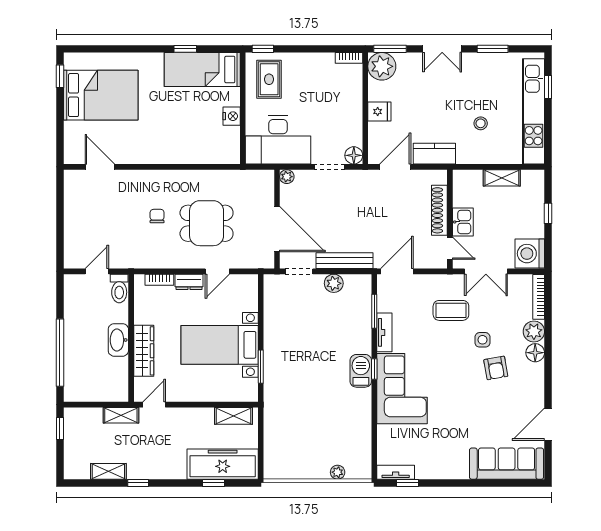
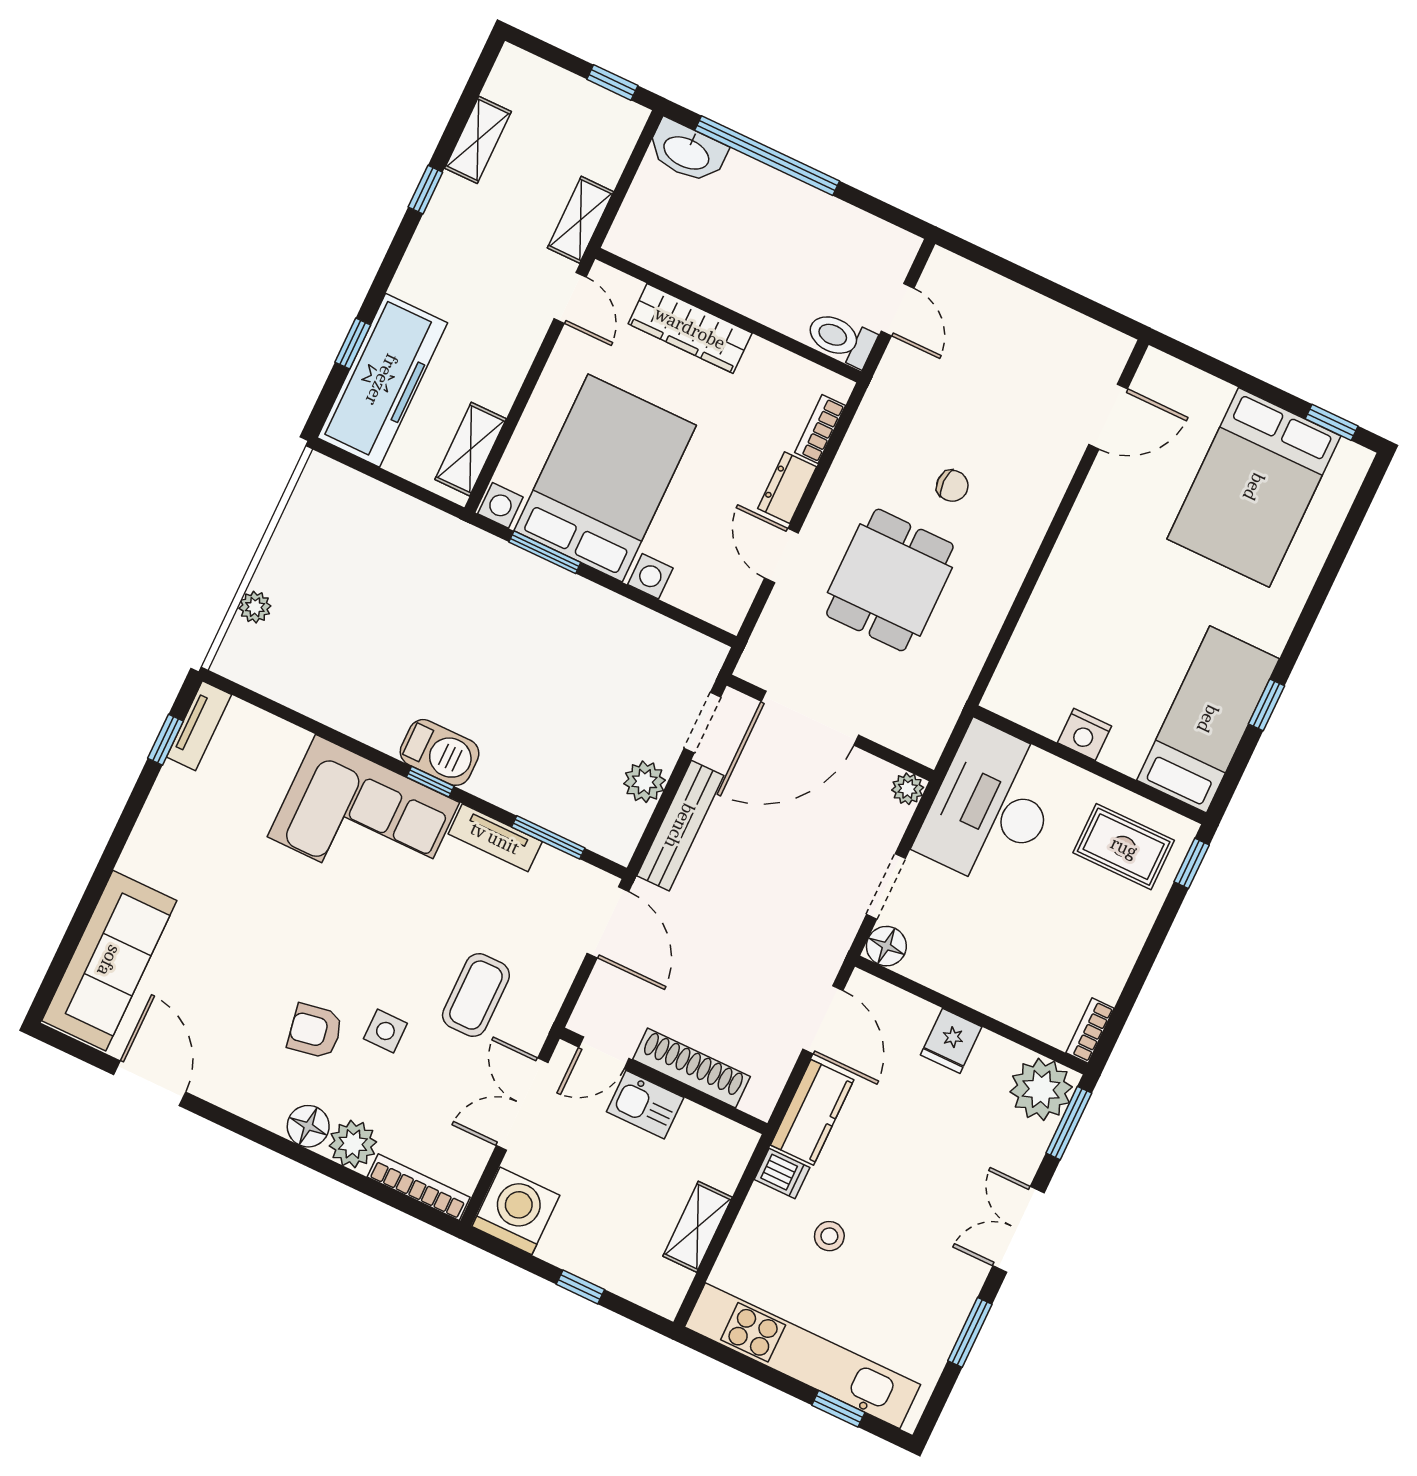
dishwasher: (464, 154) -> (782, 1173), added
washbasin: (118, 340) -> (687, 152), moved, turned 180
bed with nightstands: (220, 345) -> (605, 478), width x1.36

